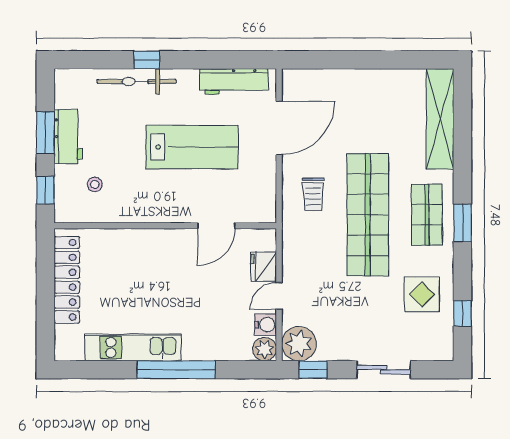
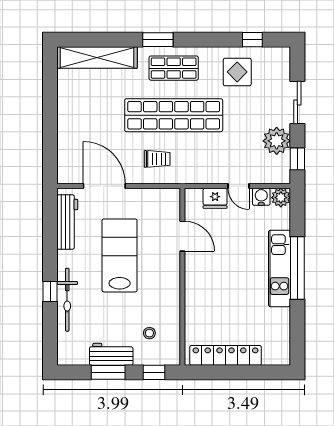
window: (462, 223) -> (158, 40), moved
plant: (299, 344) -> (277, 141), moved
kitchen unit: (133, 347) -> (280, 268), moved

